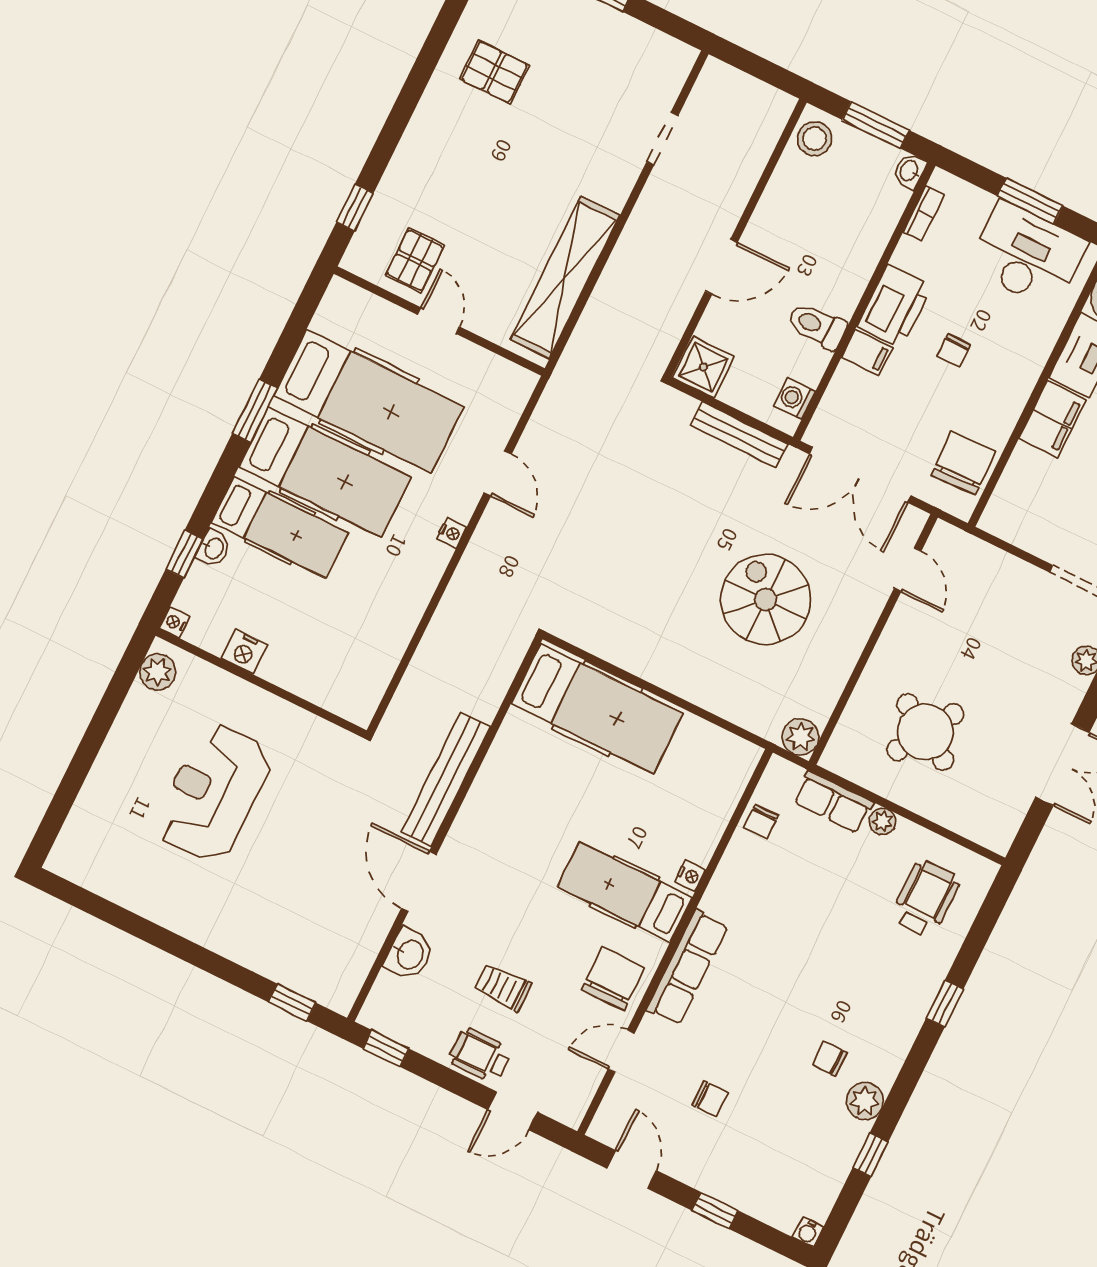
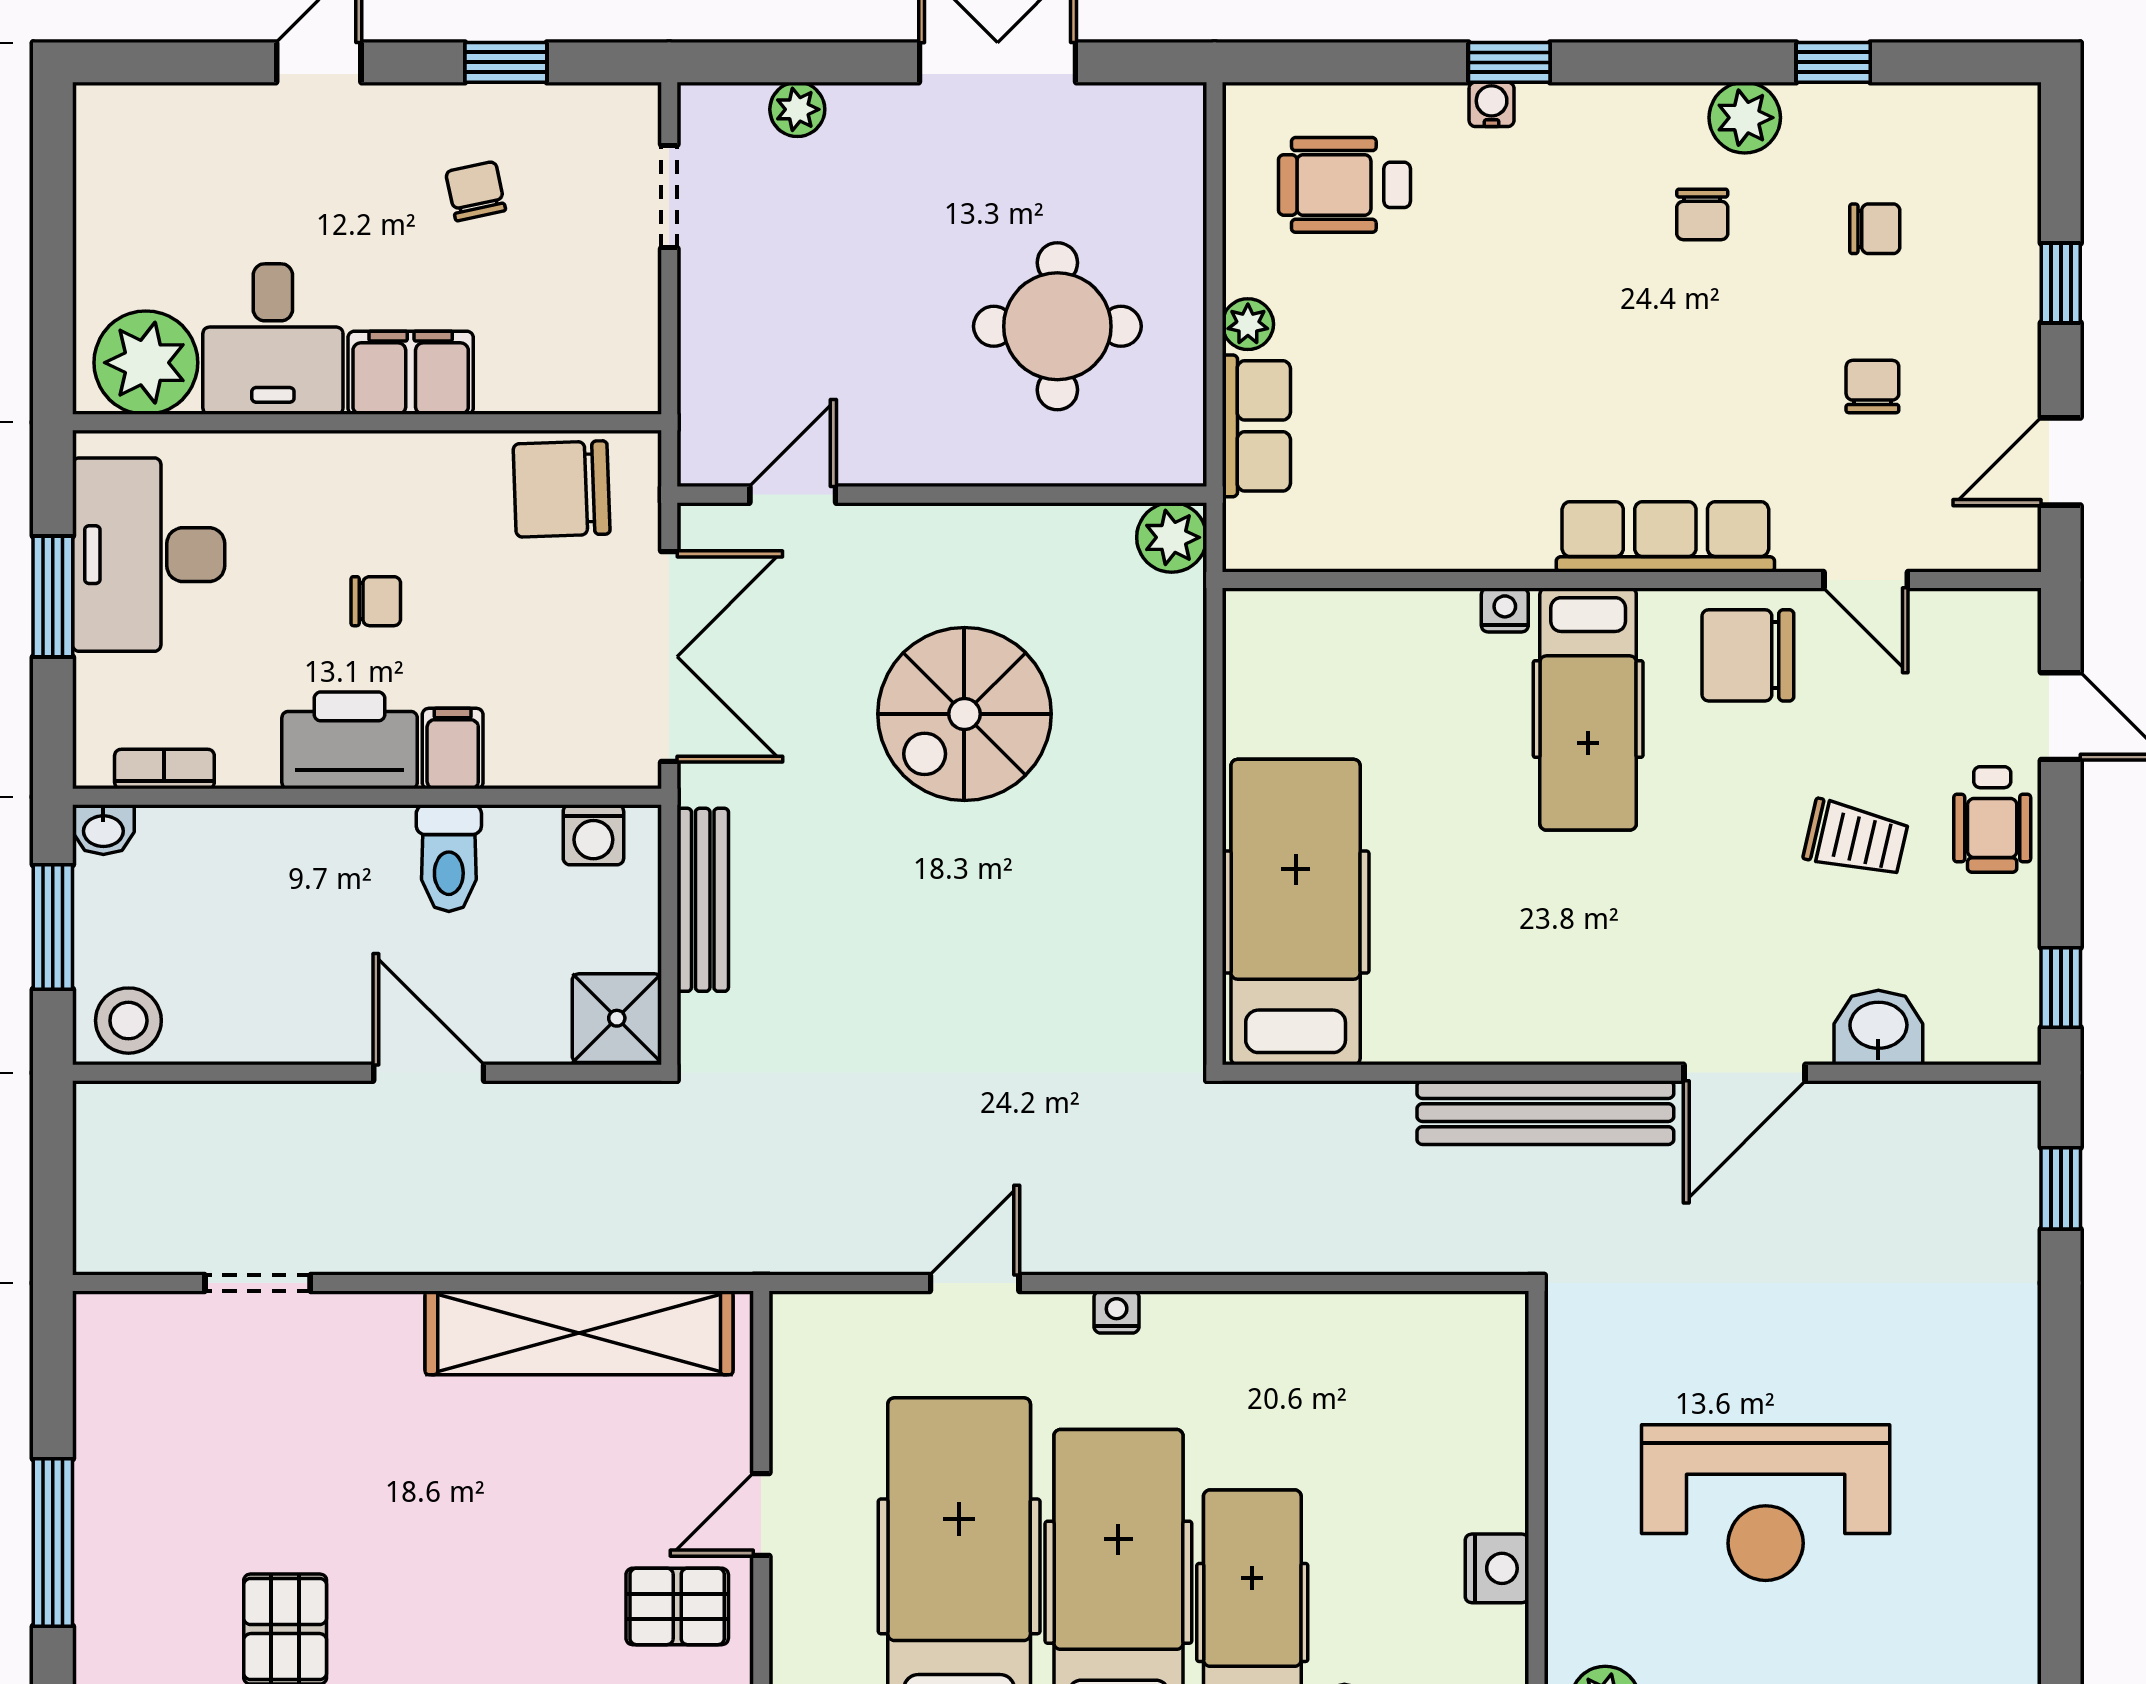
round table: (925, 732) -> (1057, 326), turned -31
chair: (761, 821) -> (1875, 229), moved
trolley: (503, 987) -> (1856, 839), turned -77
water cooler: (808, 1232) -> (1492, 104), moved, turned -90

